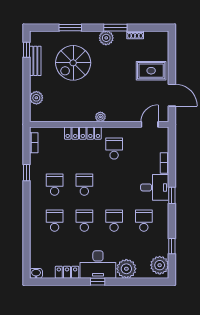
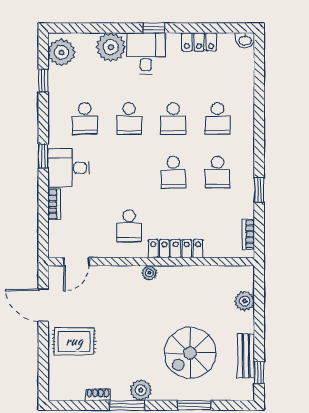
spiral stairs: (73, 63) -> (190, 353), turned 180
desk: (98, 265) -> (146, 53), width x0.73

